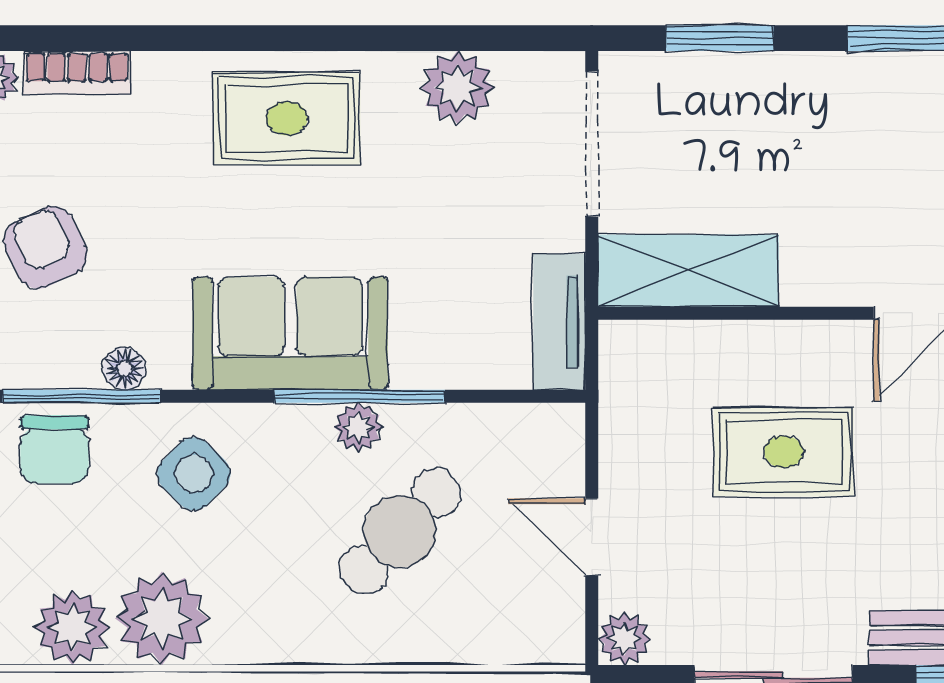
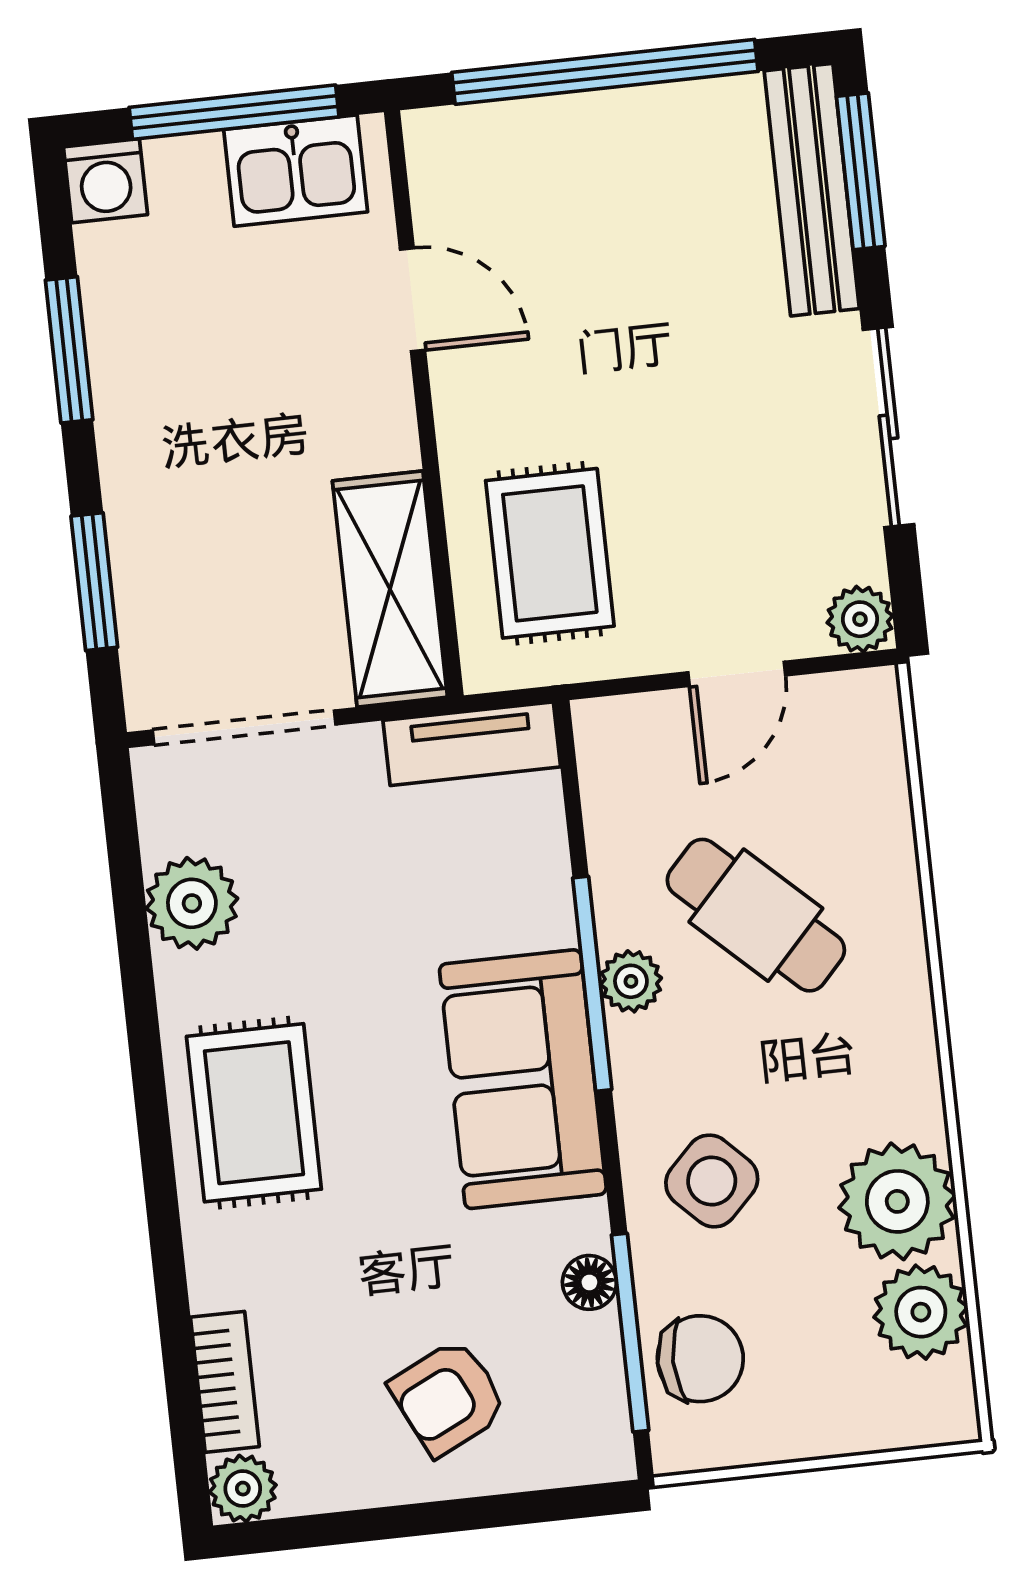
rug: (784, 452) -> (550, 553), moved

